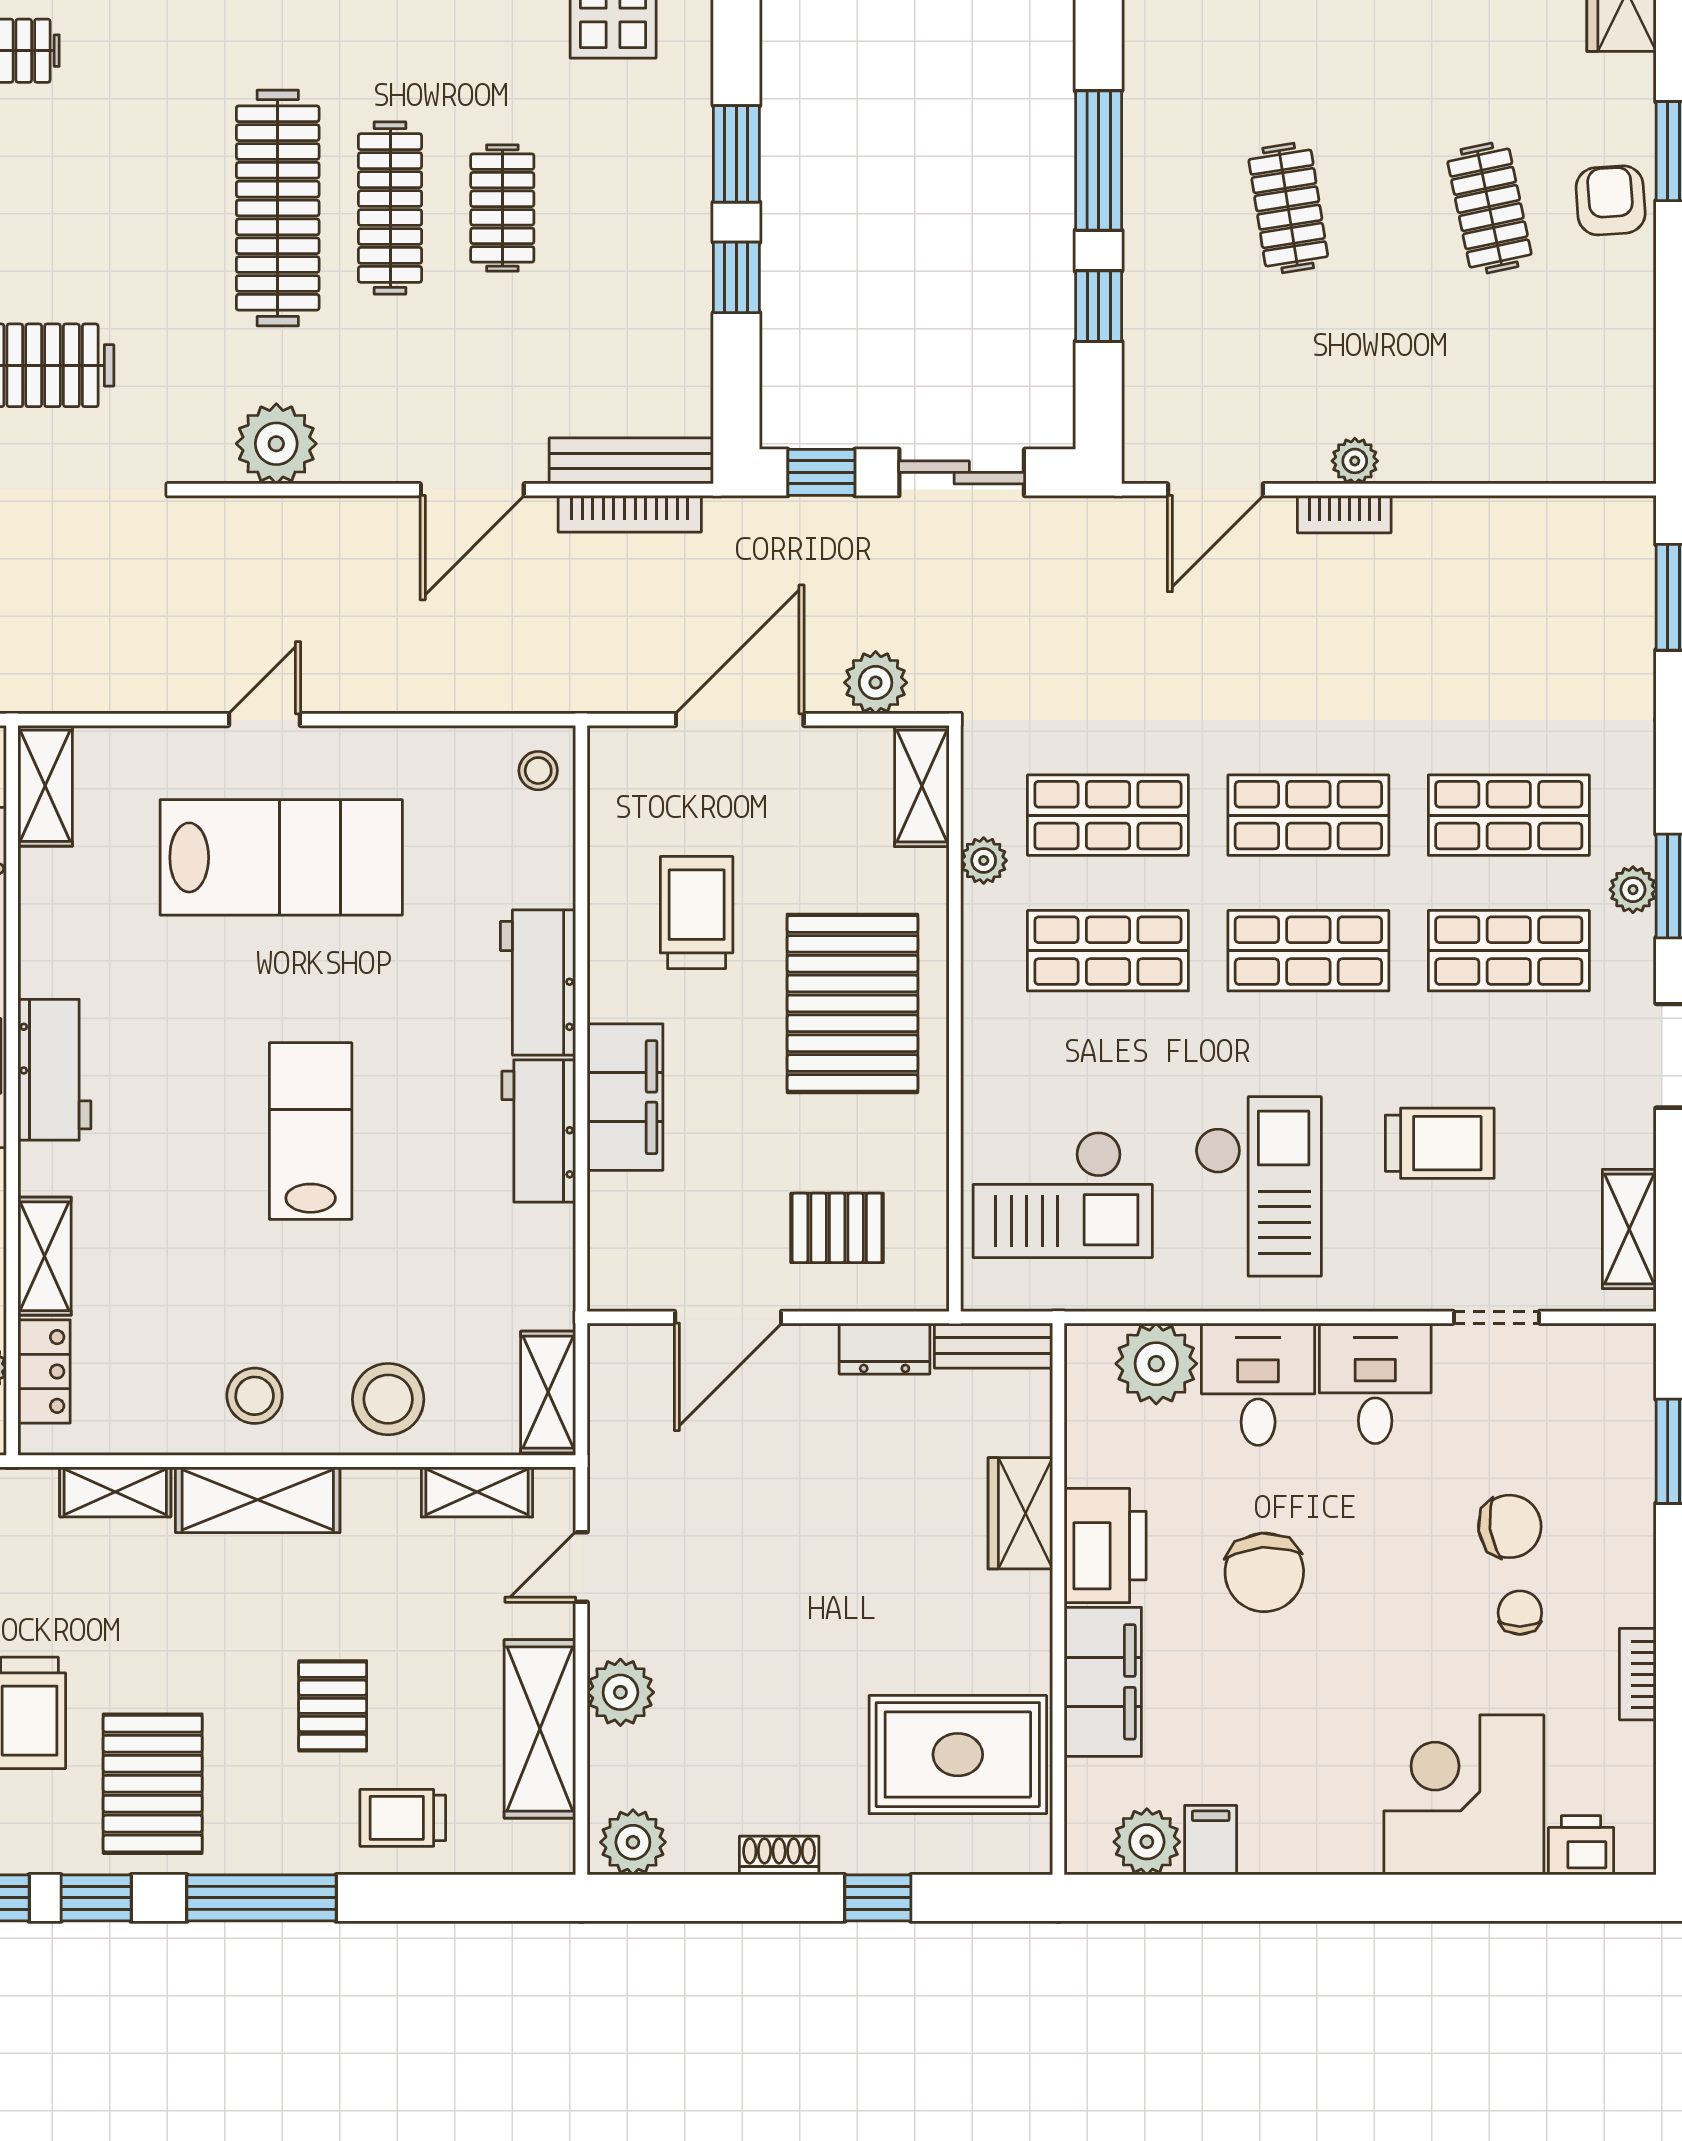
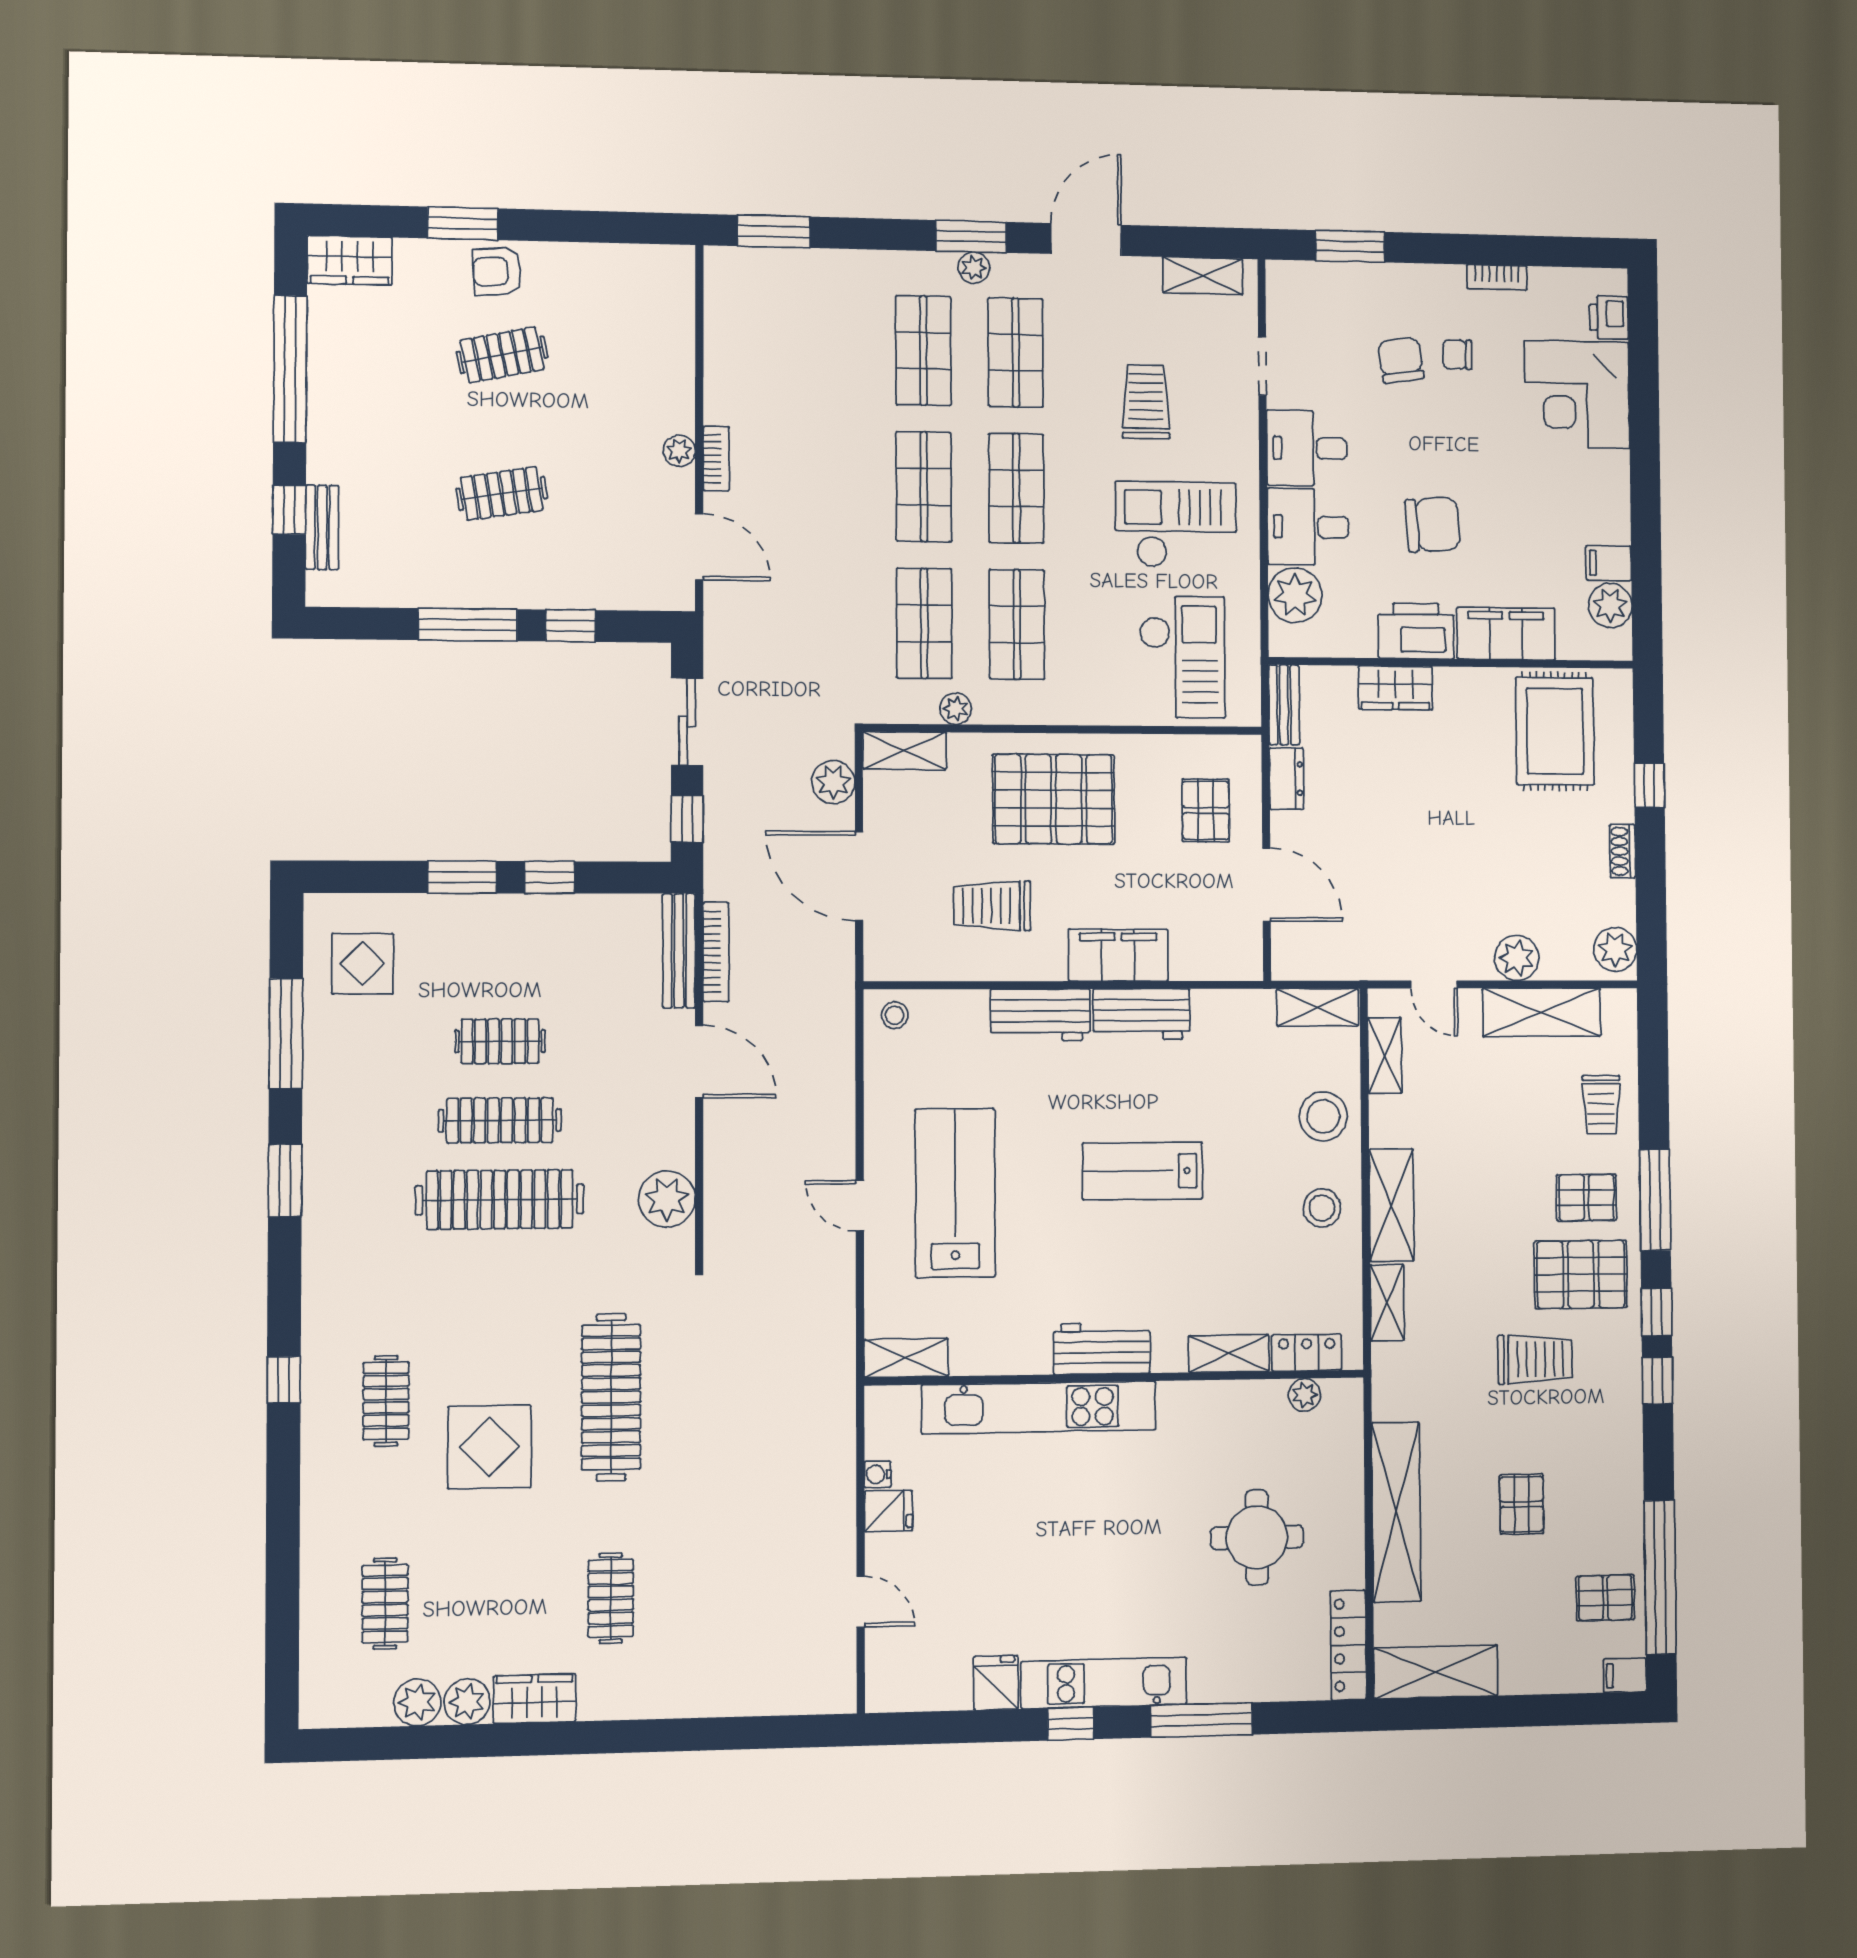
pallet: (333, 1706) -> (1586, 1197), moved

